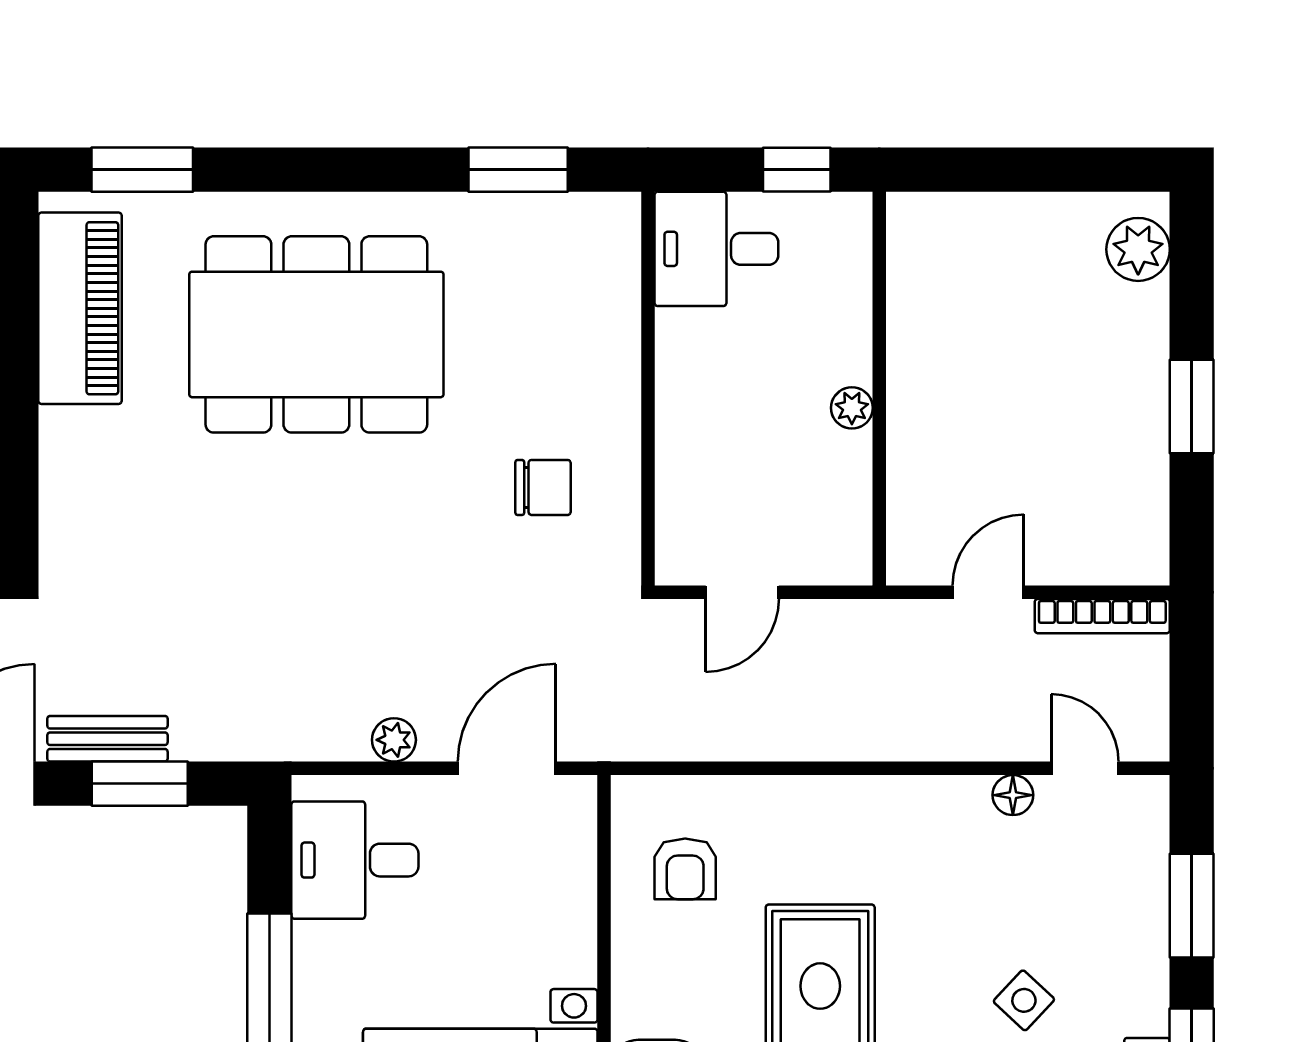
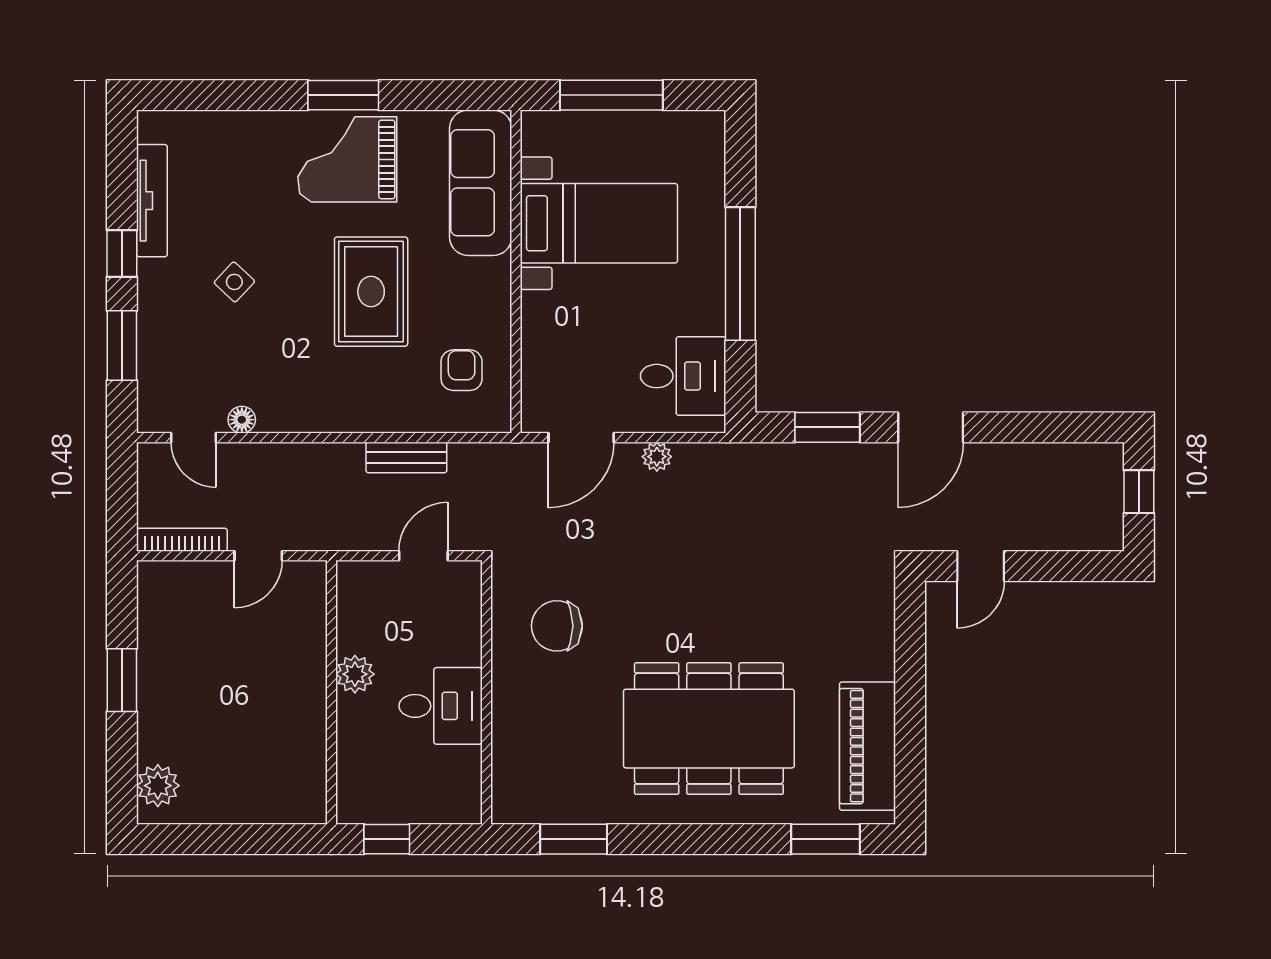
desk: (716, 249) -> (441, 706), moved
plant: (852, 408) -> (355, 674), width x1.38, depth x1.38
chair: (543, 487) -> (557, 626), width x1.37, depth x1.37
bench: (107, 739) -> (406, 457), moved

